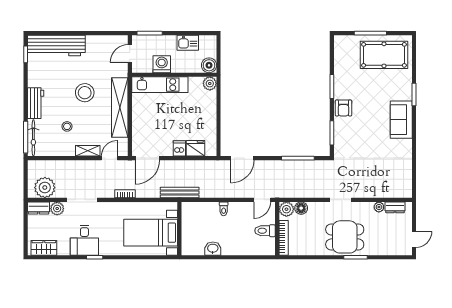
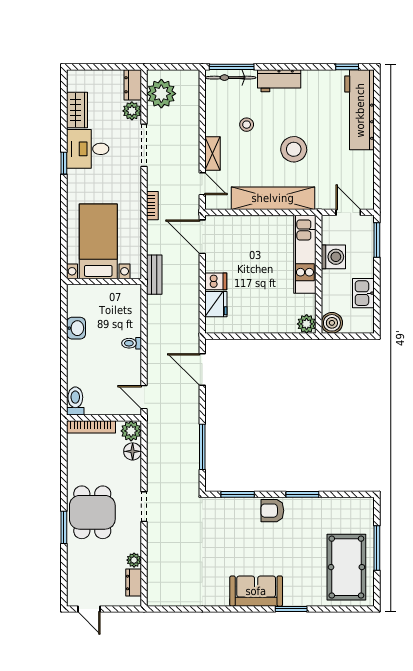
bench: (180, 193) -> (154, 275), width x0.73
toilet: (265, 231) -> (75, 401), moved
wardrobe: (44, 248) -> (77, 110), moved

